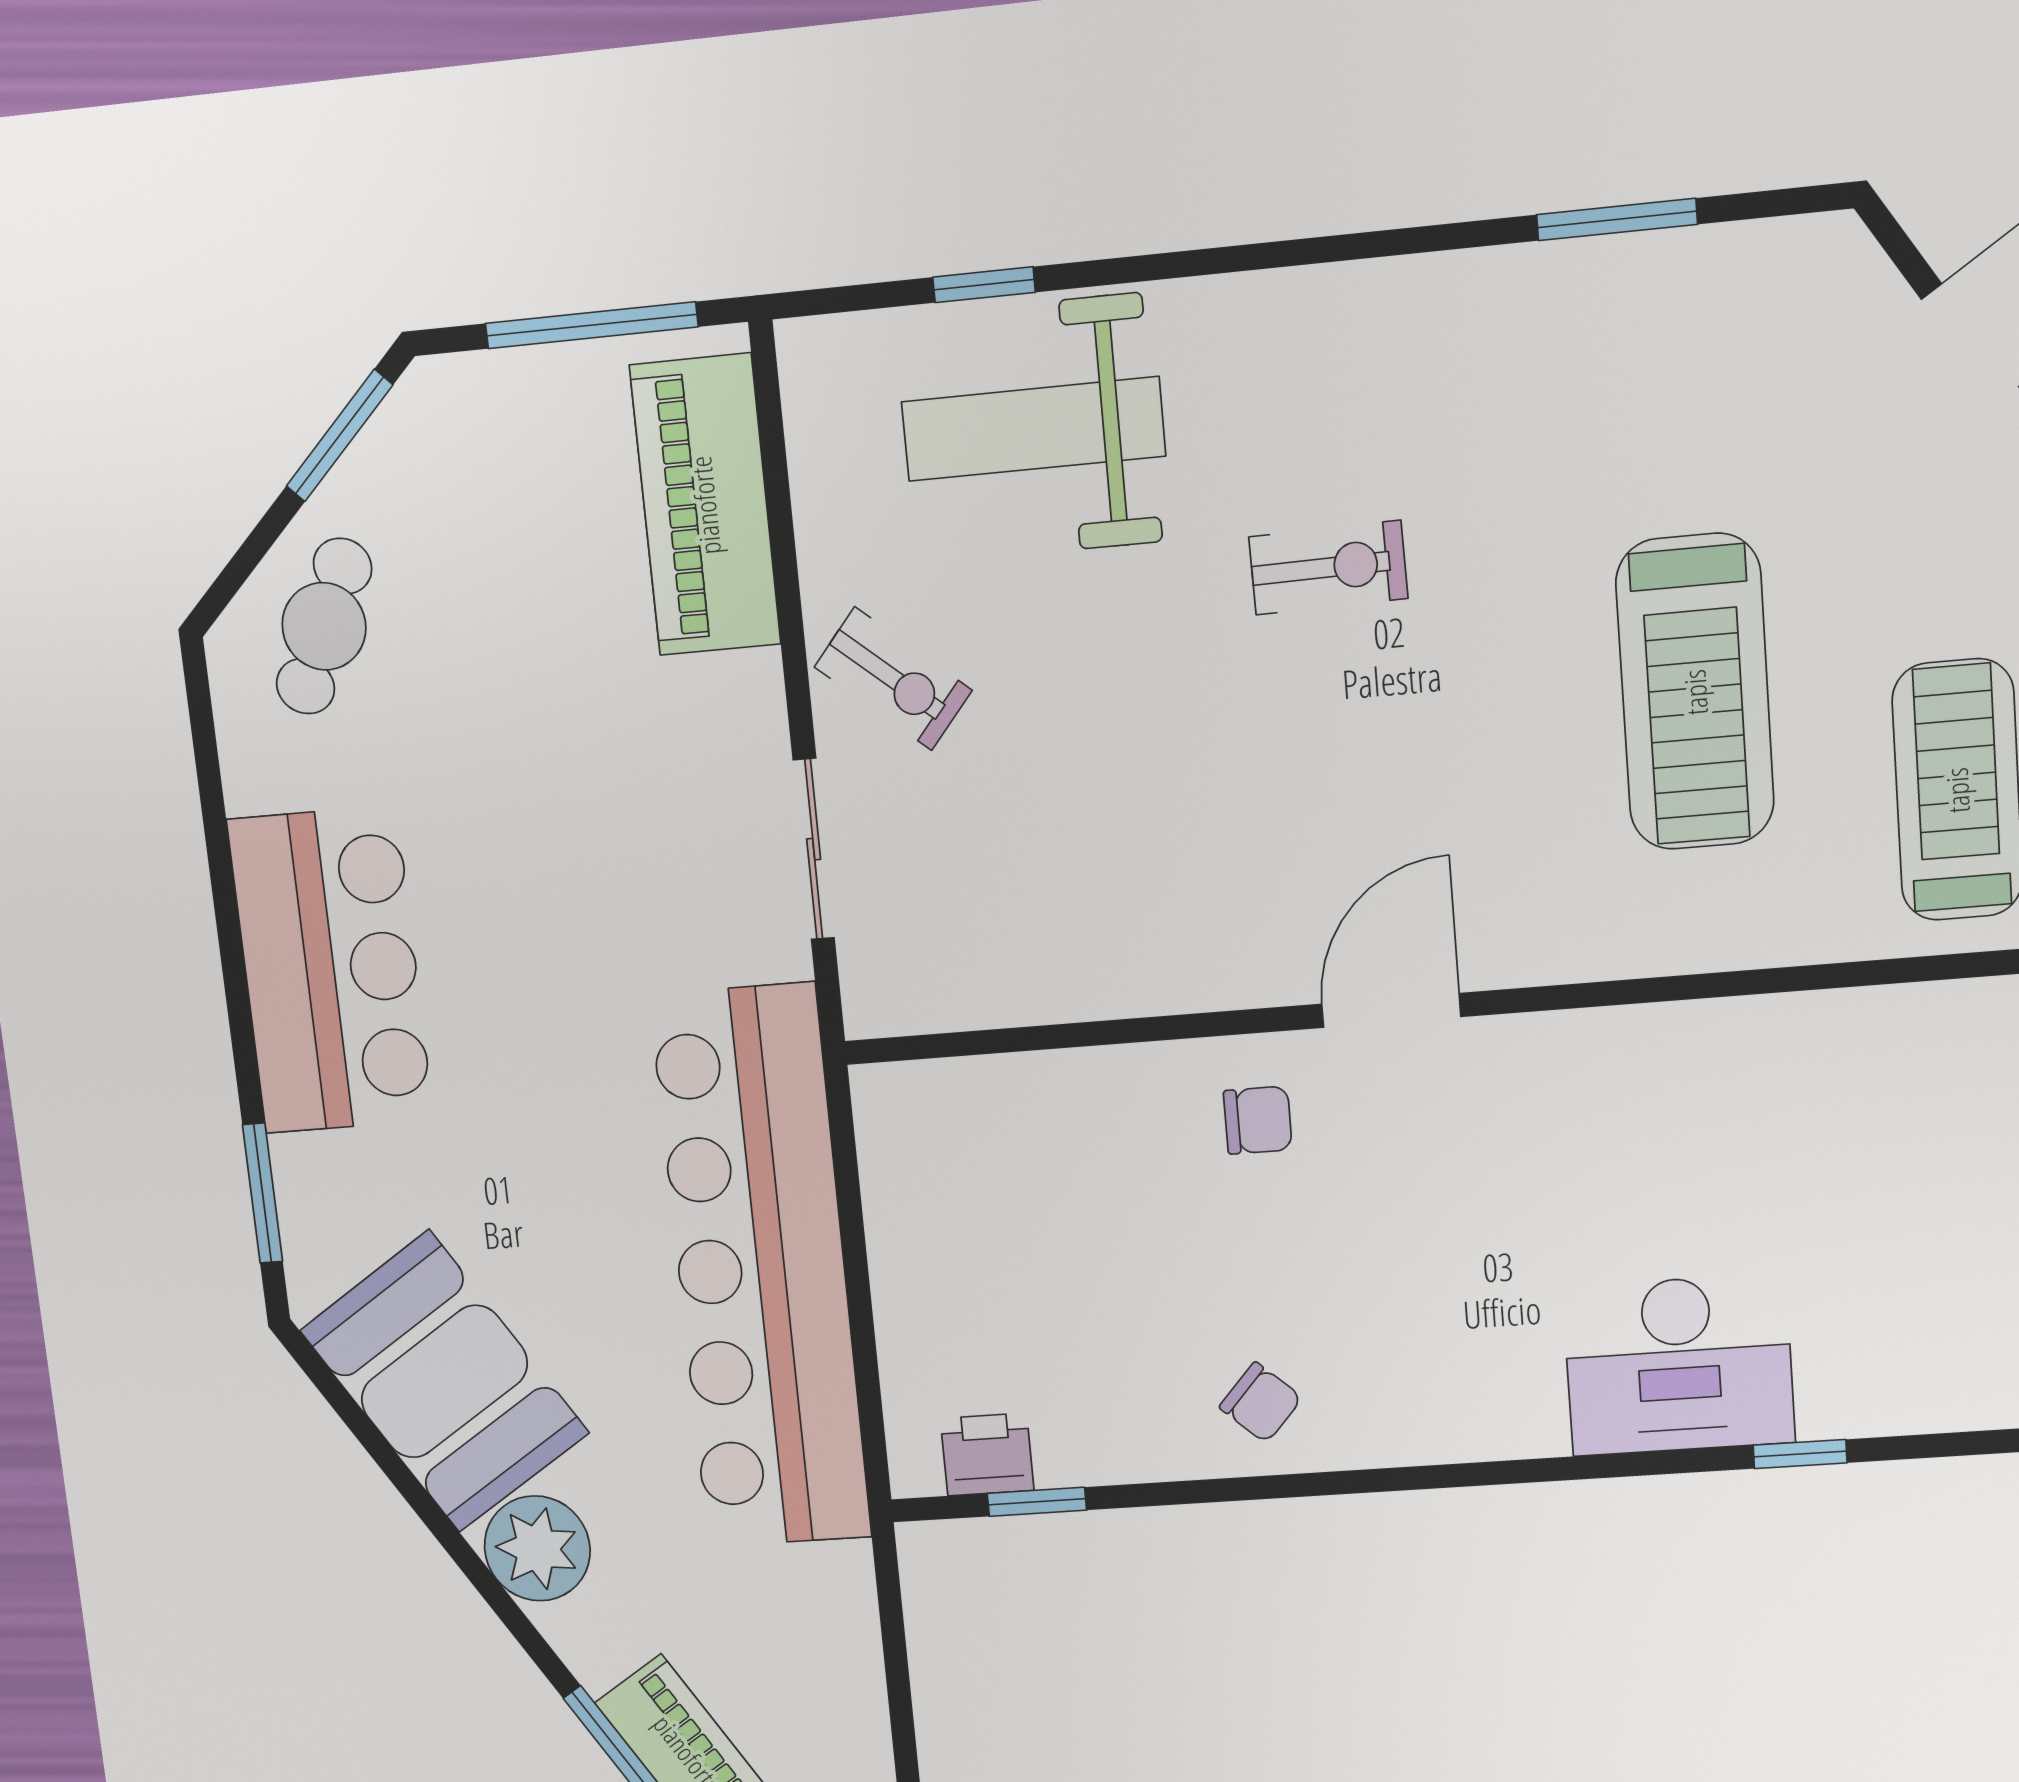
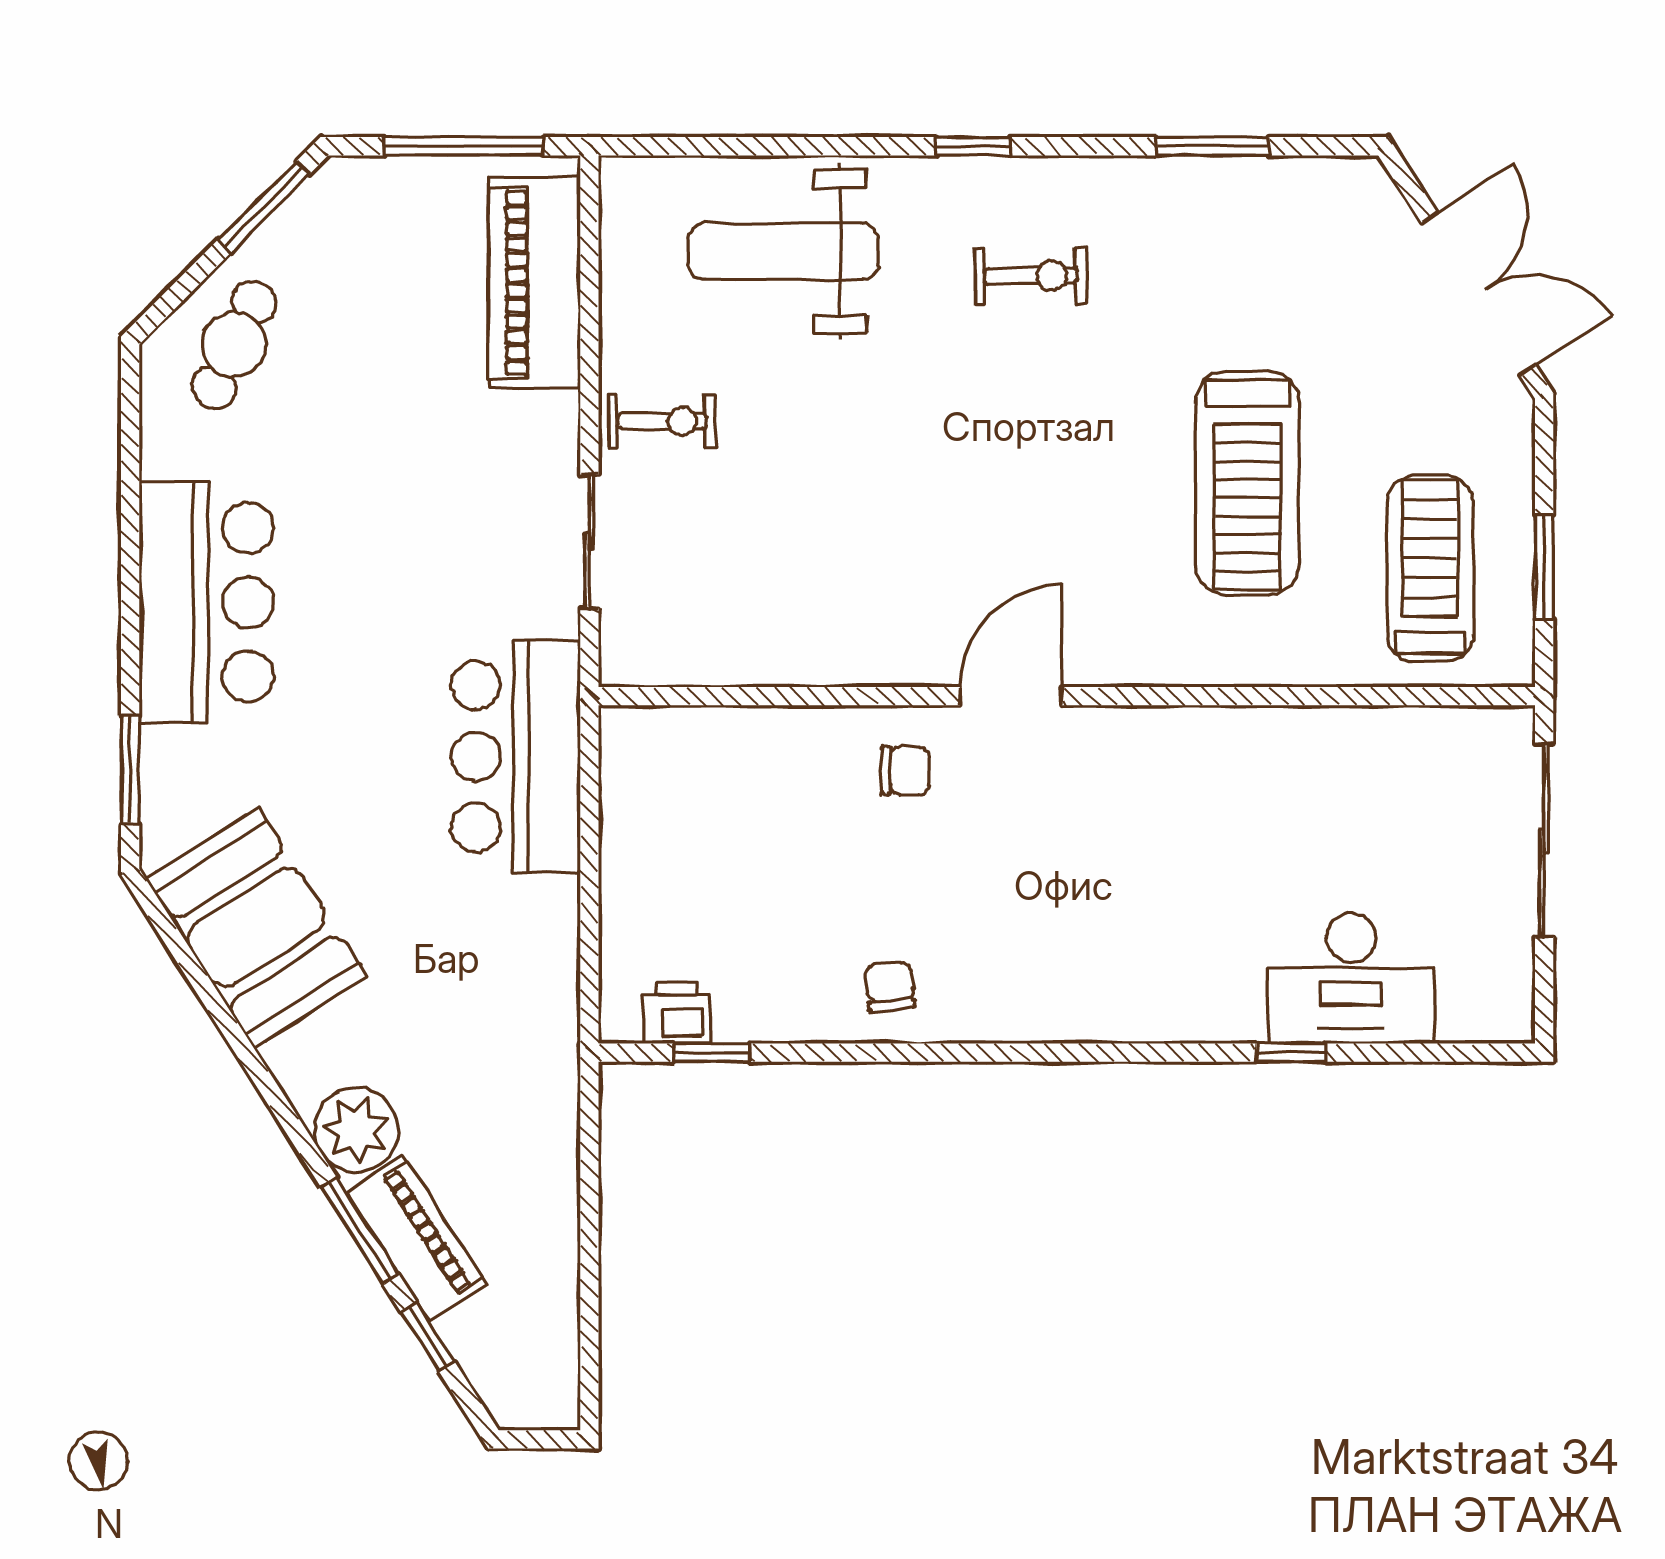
window: (984, 285) -> (973, 146), moved
exercise bike: (1328, 568) -> (1031, 276), moved
exercise bike: (893, 679) -> (662, 421), turned -40
bar counter: (761, 1268) -> (516, 756), width x0.54
desk: (1679, 1365) -> (1351, 979), moved
chair: (1261, 1403) -> (890, 986), turned -137
plant: (537, 1548) -> (356, 1130), moved

